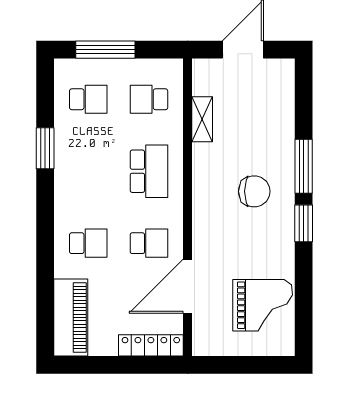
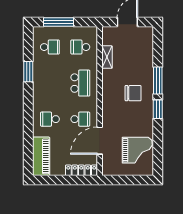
school desk: (88, 243) -> (50, 119), turned 180

